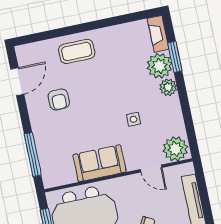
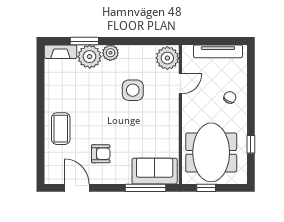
side table: (134, 119) -> (133, 90), width x1.87, depth x1.87
sofa: (99, 163) -> (155, 171), moved, turned 90

